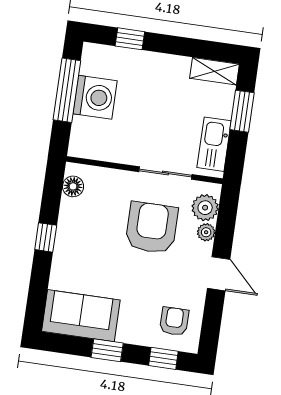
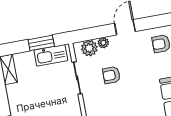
window: (242, 111) -> (41, 43), moved
armchair: (152, 228) -> (111, 75), width x0.53, depth x0.53

